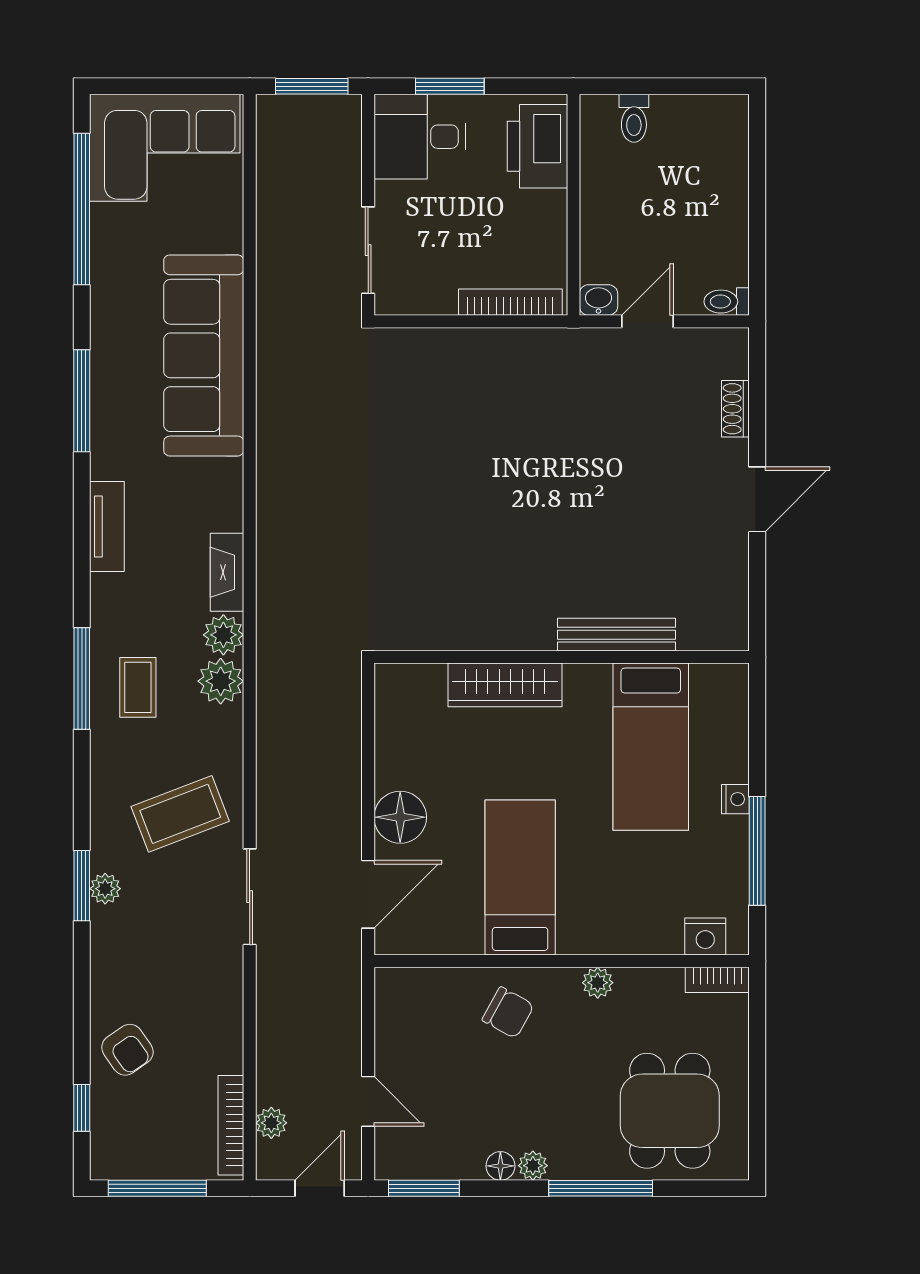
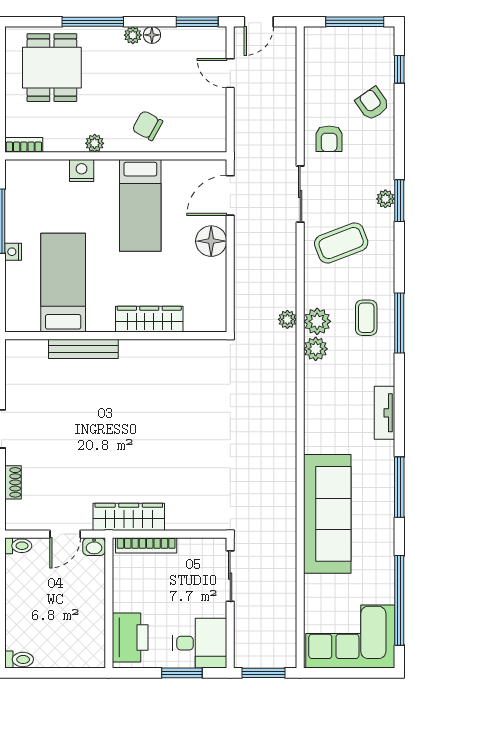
toilet: (634, 118) -> (19, 659), moved, turned 90
wardrobe: (540, 351) -> (129, 517), added
fireplace: (227, 572) -> (314, 386), removed
nightstand: (705, 937) -> (82, 171), moved
armchair: (201, 990) -> (329, 139), added
plant: (271, 1123) -> (287, 319), moved
bookcase: (231, 1125) -> (311, 59), removed

